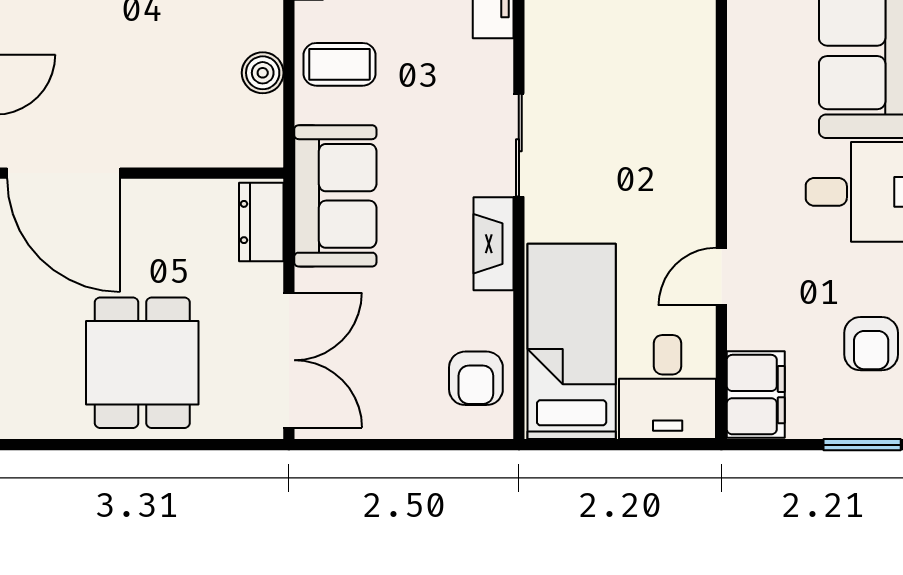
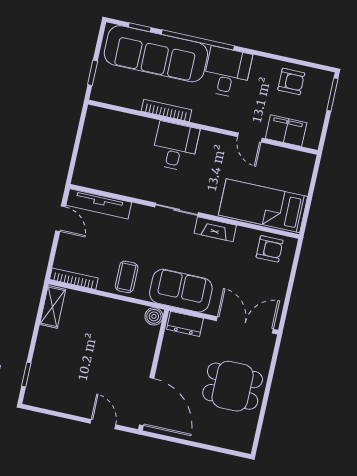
bookcase: (742, 72) -> (166, 110), added
boiler: (263, 73) -> (154, 316), moved
door: (64, 173) -> (147, 402), hinge flipped
desk: (668, 387) -> (175, 146), moved, turned -90
filing cabinet: (756, 395) -> (286, 131), moved

